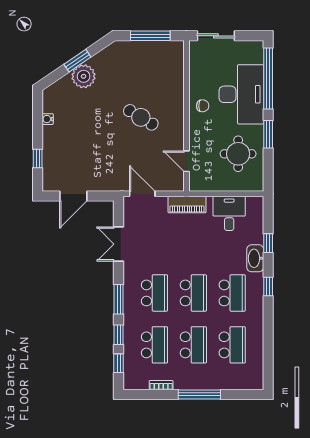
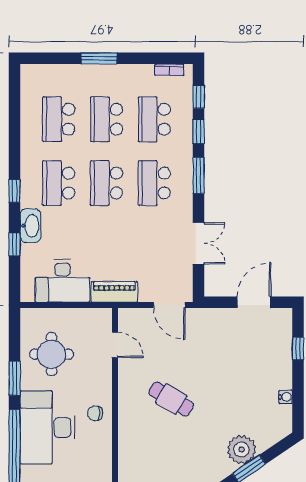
desk: (229, 213) -> (62, 281), width x1.37
bookcase: (161, 385) -> (169, 70), moved
window: (199, 394) -> (99, 58), width x0.69

